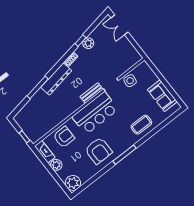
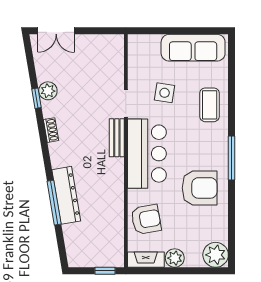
dresser: (56, 79) -> (66, 195), moved
side table: (130, 81) -> (165, 93), moved
sofa: (162, 96) -> (193, 48), width x1.36
armchair: (64, 137) -> (146, 219), turned 80

